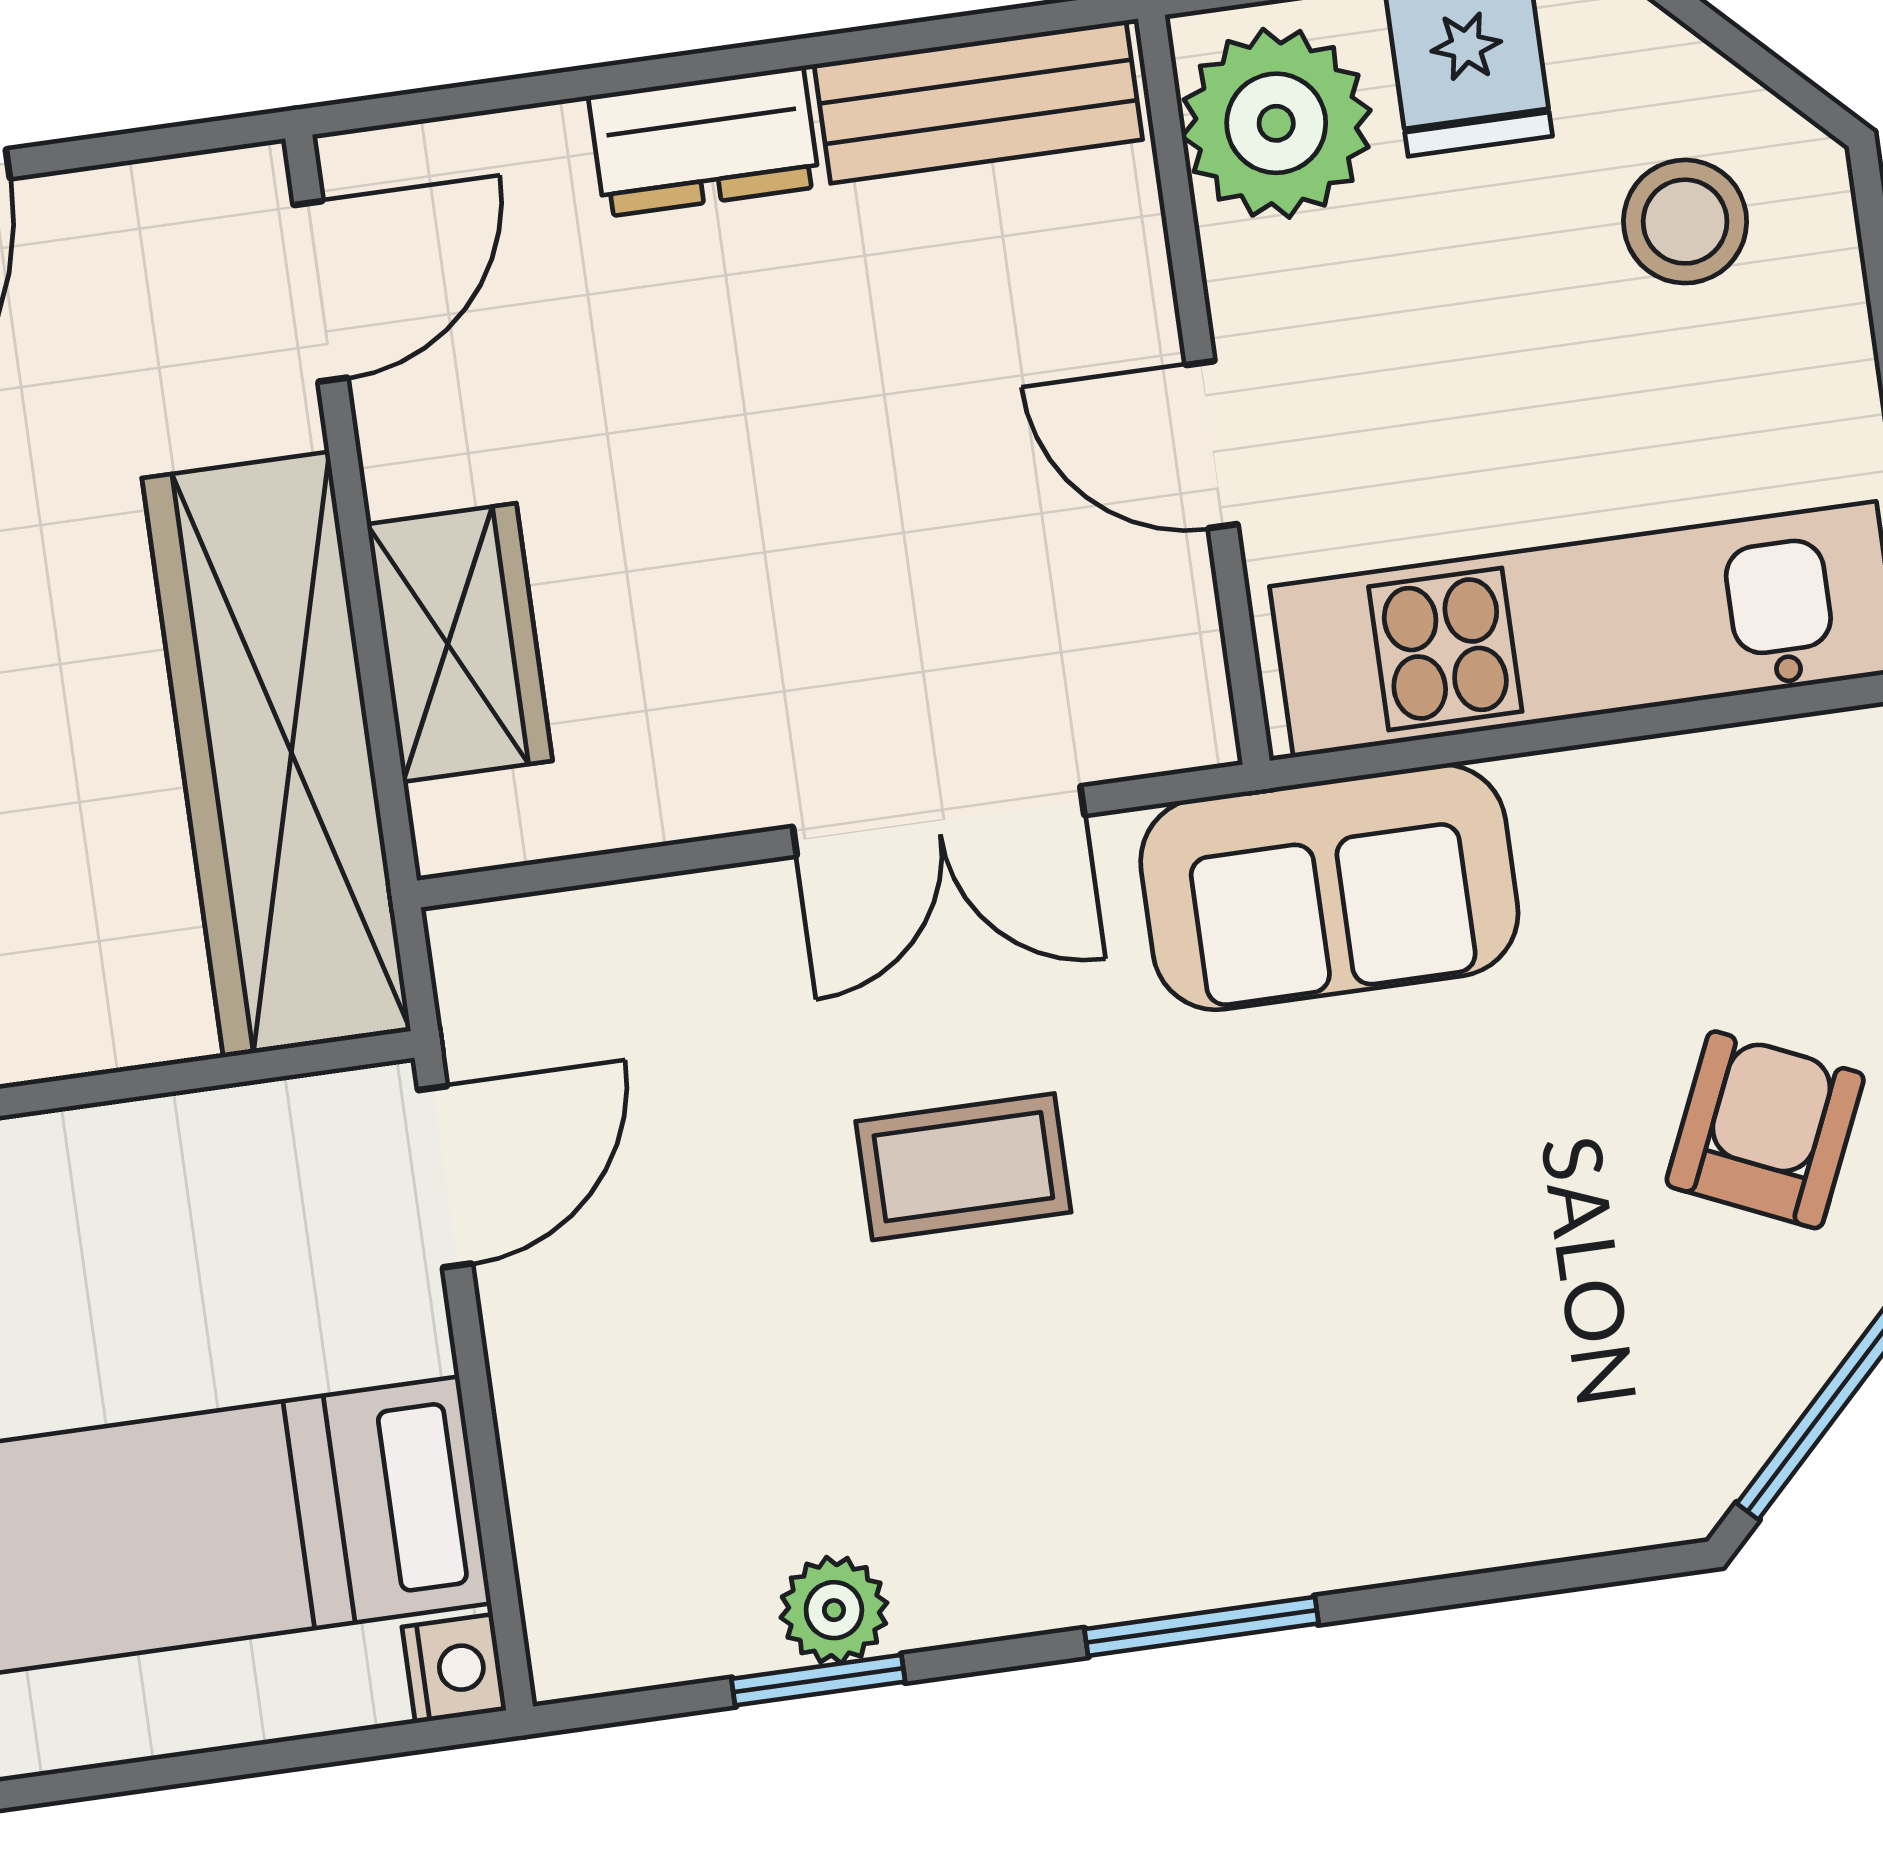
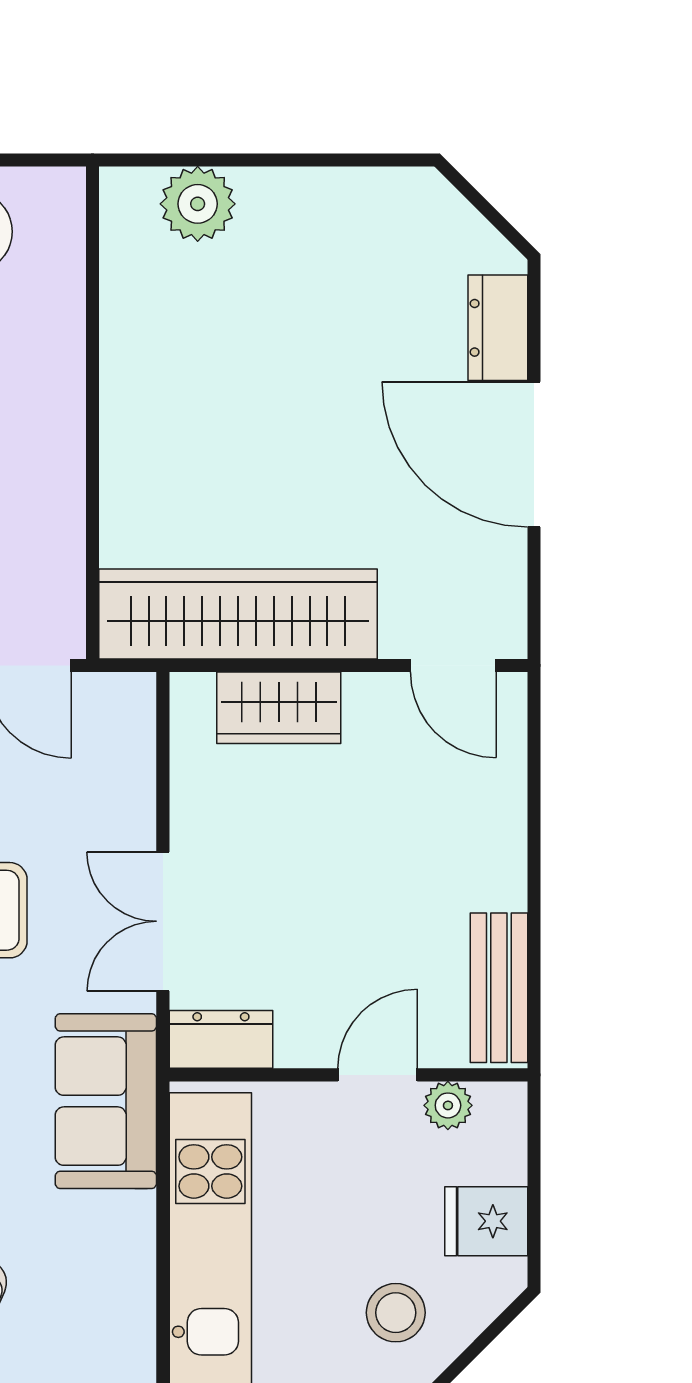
plant: (1276, 123) -> (448, 1105), width x0.53, depth x0.53
dresser: (704, 141) -> (221, 1039), moved, turned 90
door: (1211, 445) -> (378, 1075), moved

